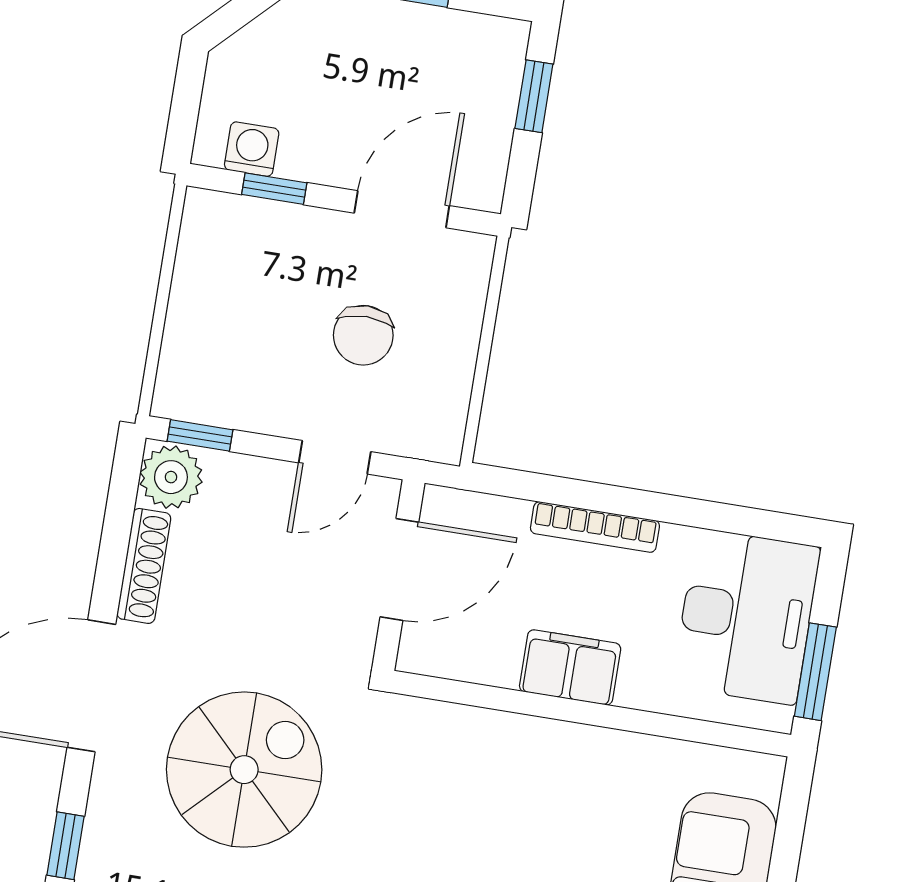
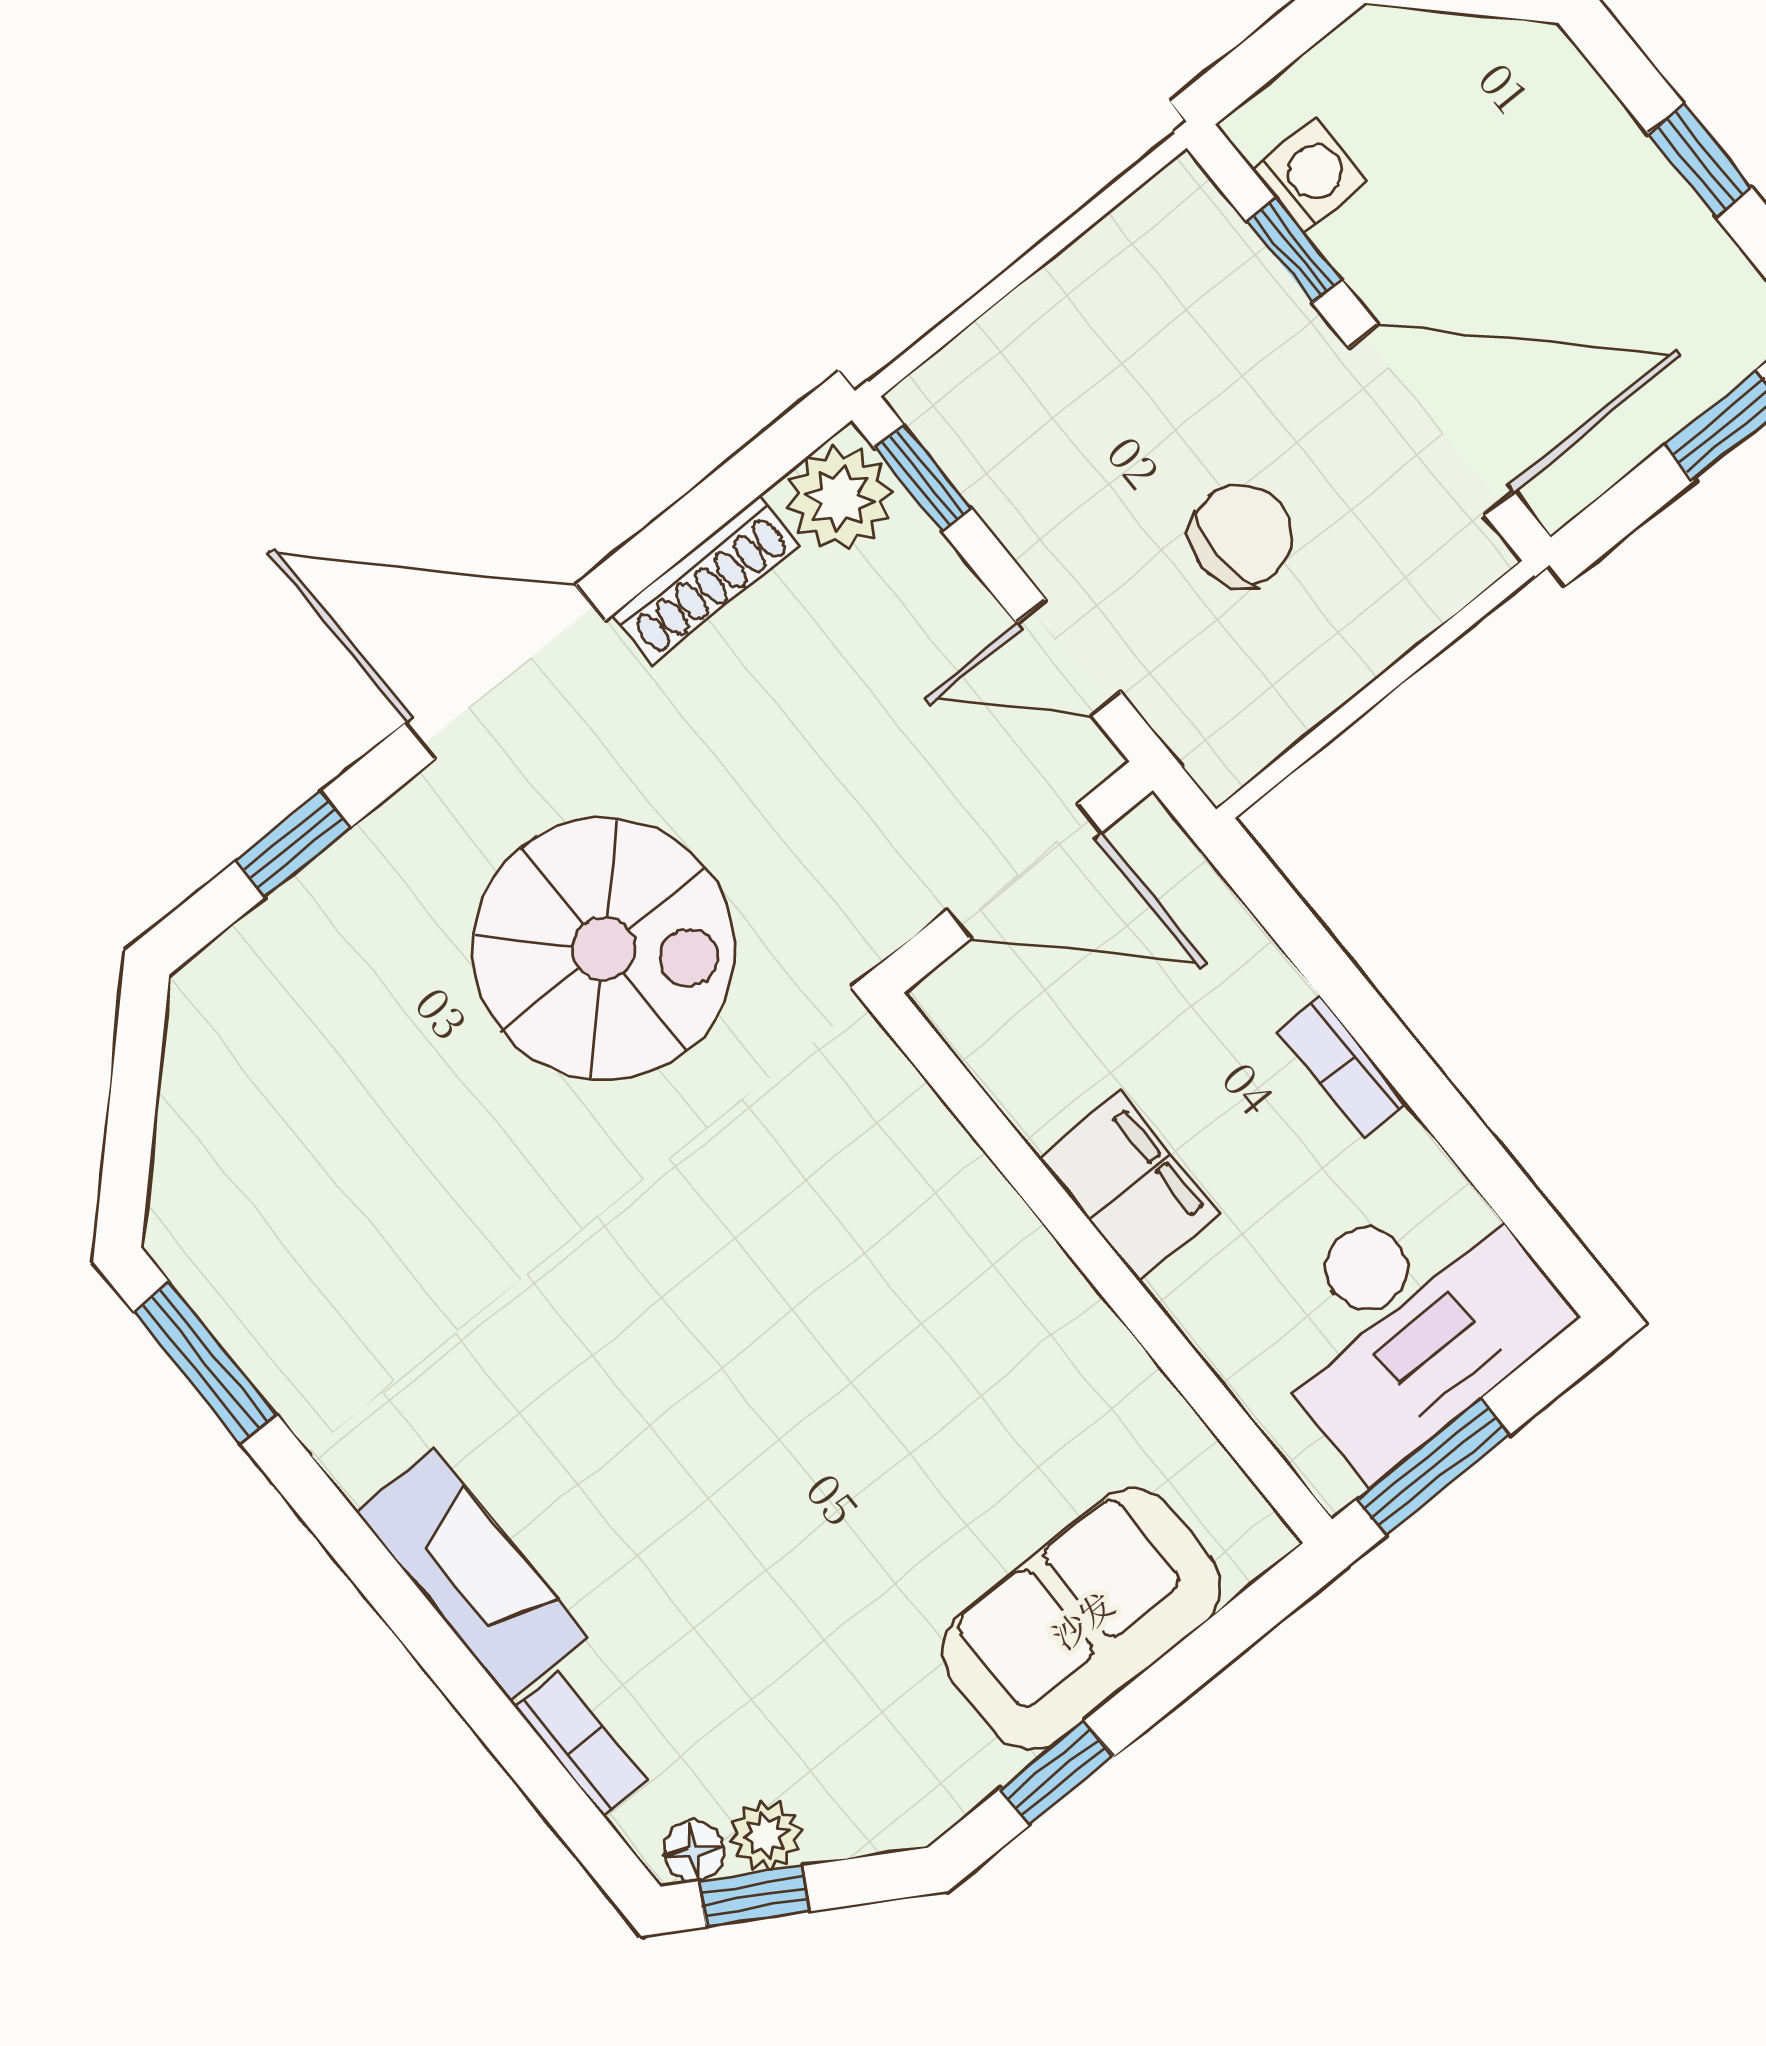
door: (402, 209) -> (1432, 420), width x1.36
chair: (363, 335) -> (1242, 535), turned 180
bookcase: (595, 527) -> (1343, 1067), width x0.64

